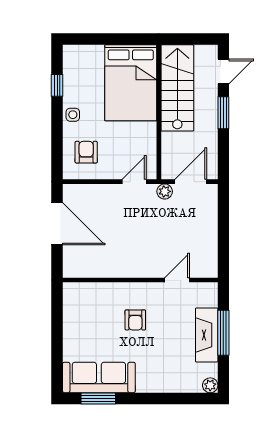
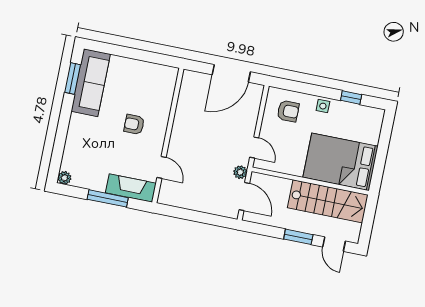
fireplace: (207, 335) -> (131, 188), moved

